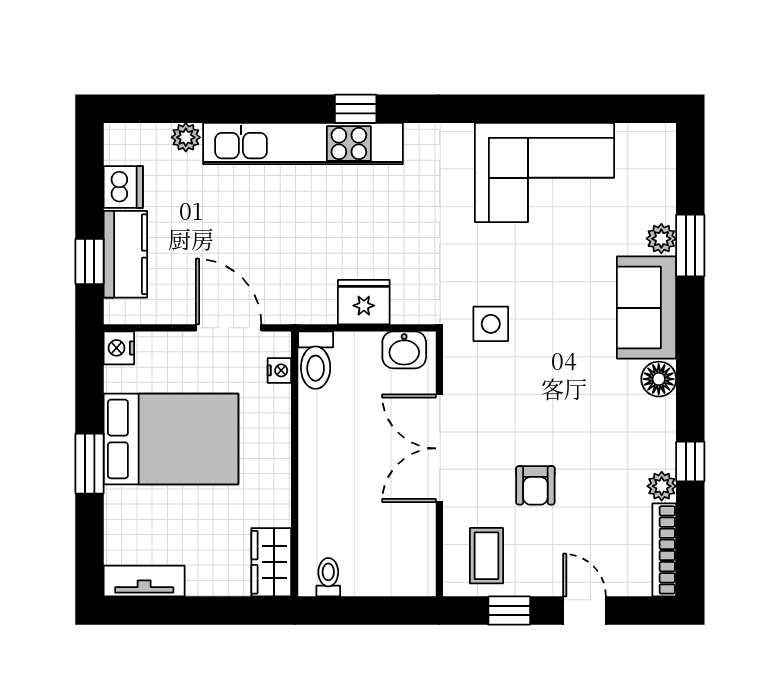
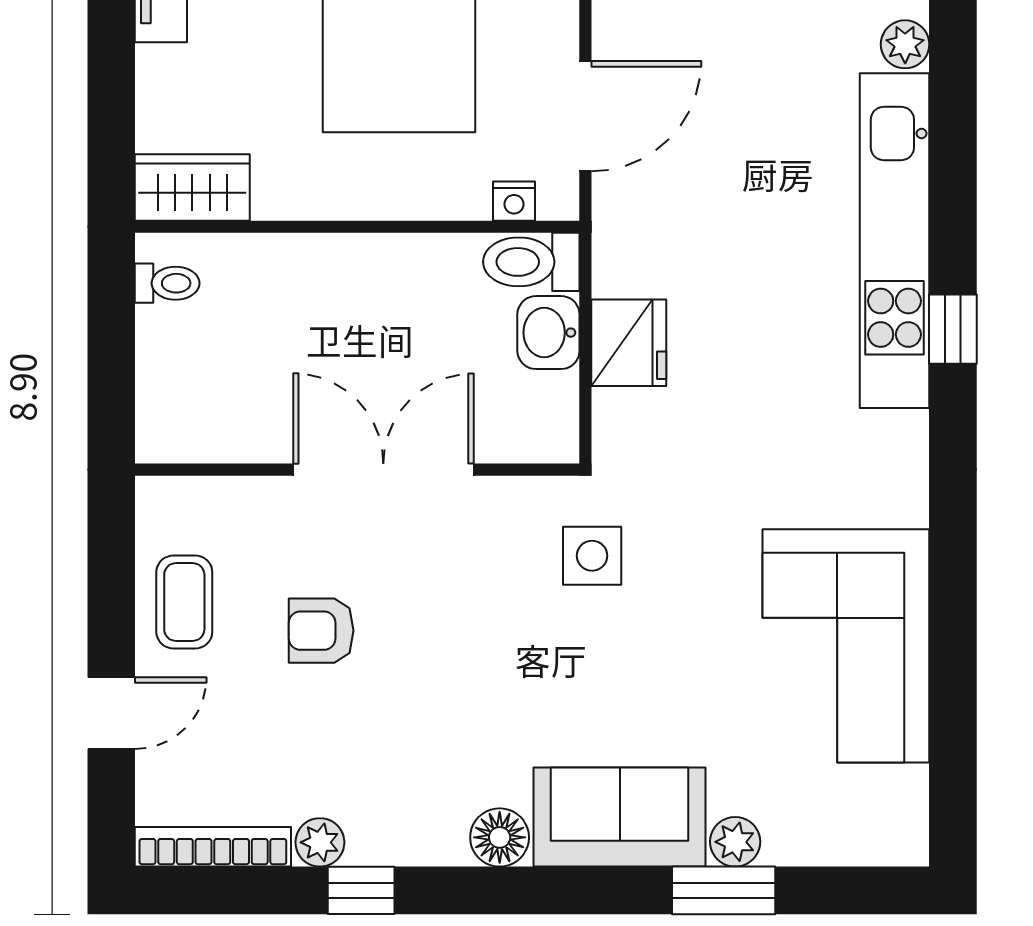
washbasin: (404, 350) -> (548, 333), moved
coffee table: (486, 556) -> (184, 602), moved, turned 90
window: (509, 611) -> (111, 587), removed

